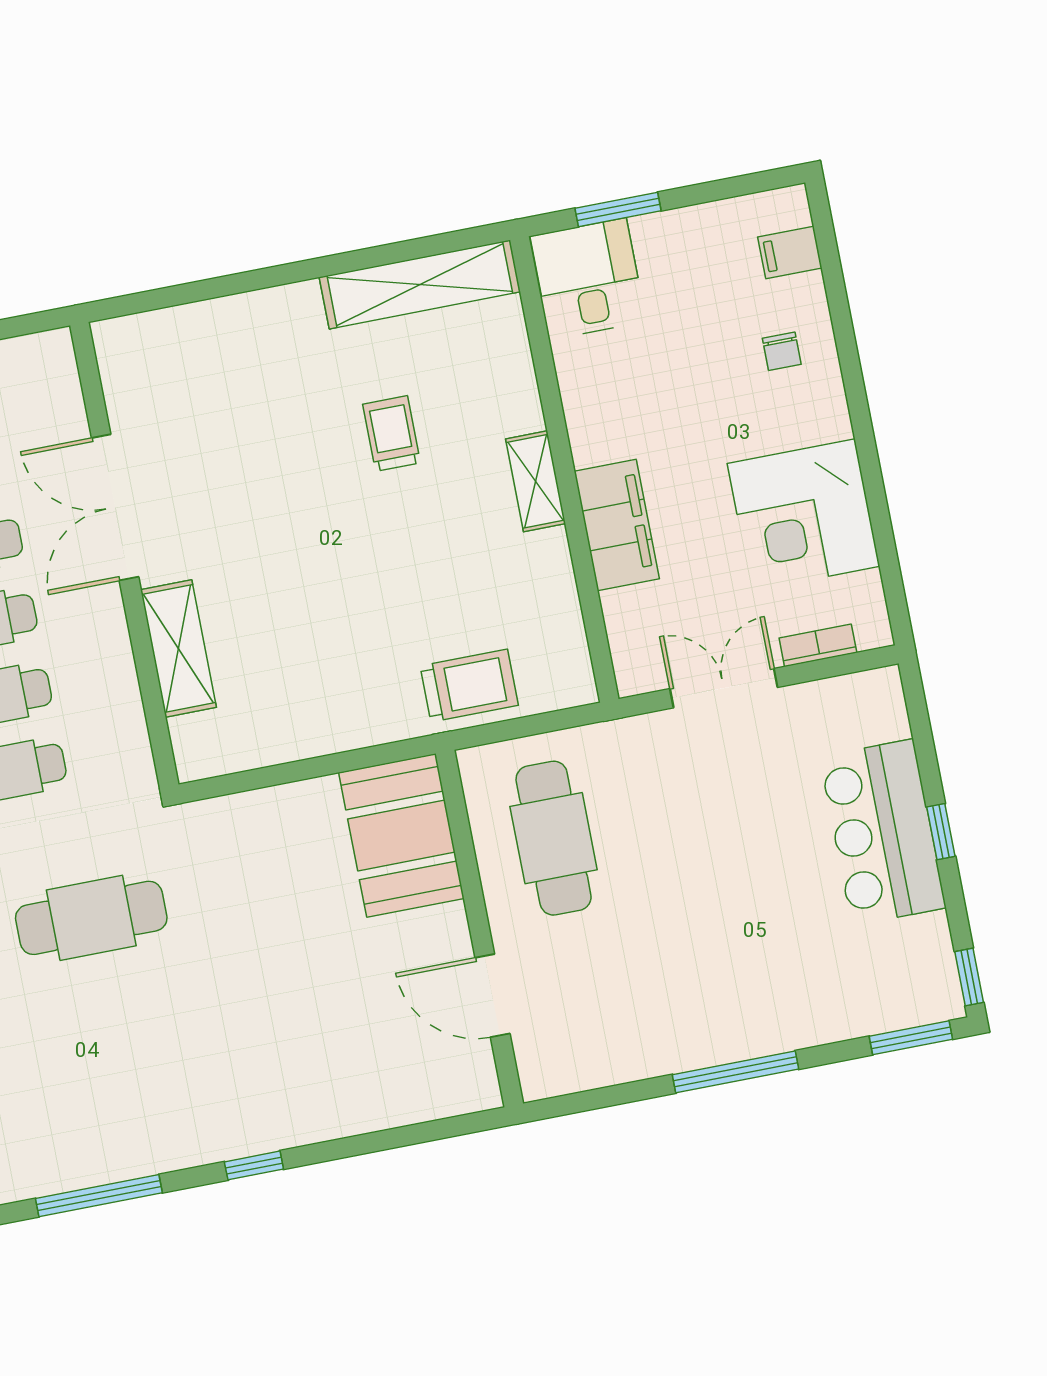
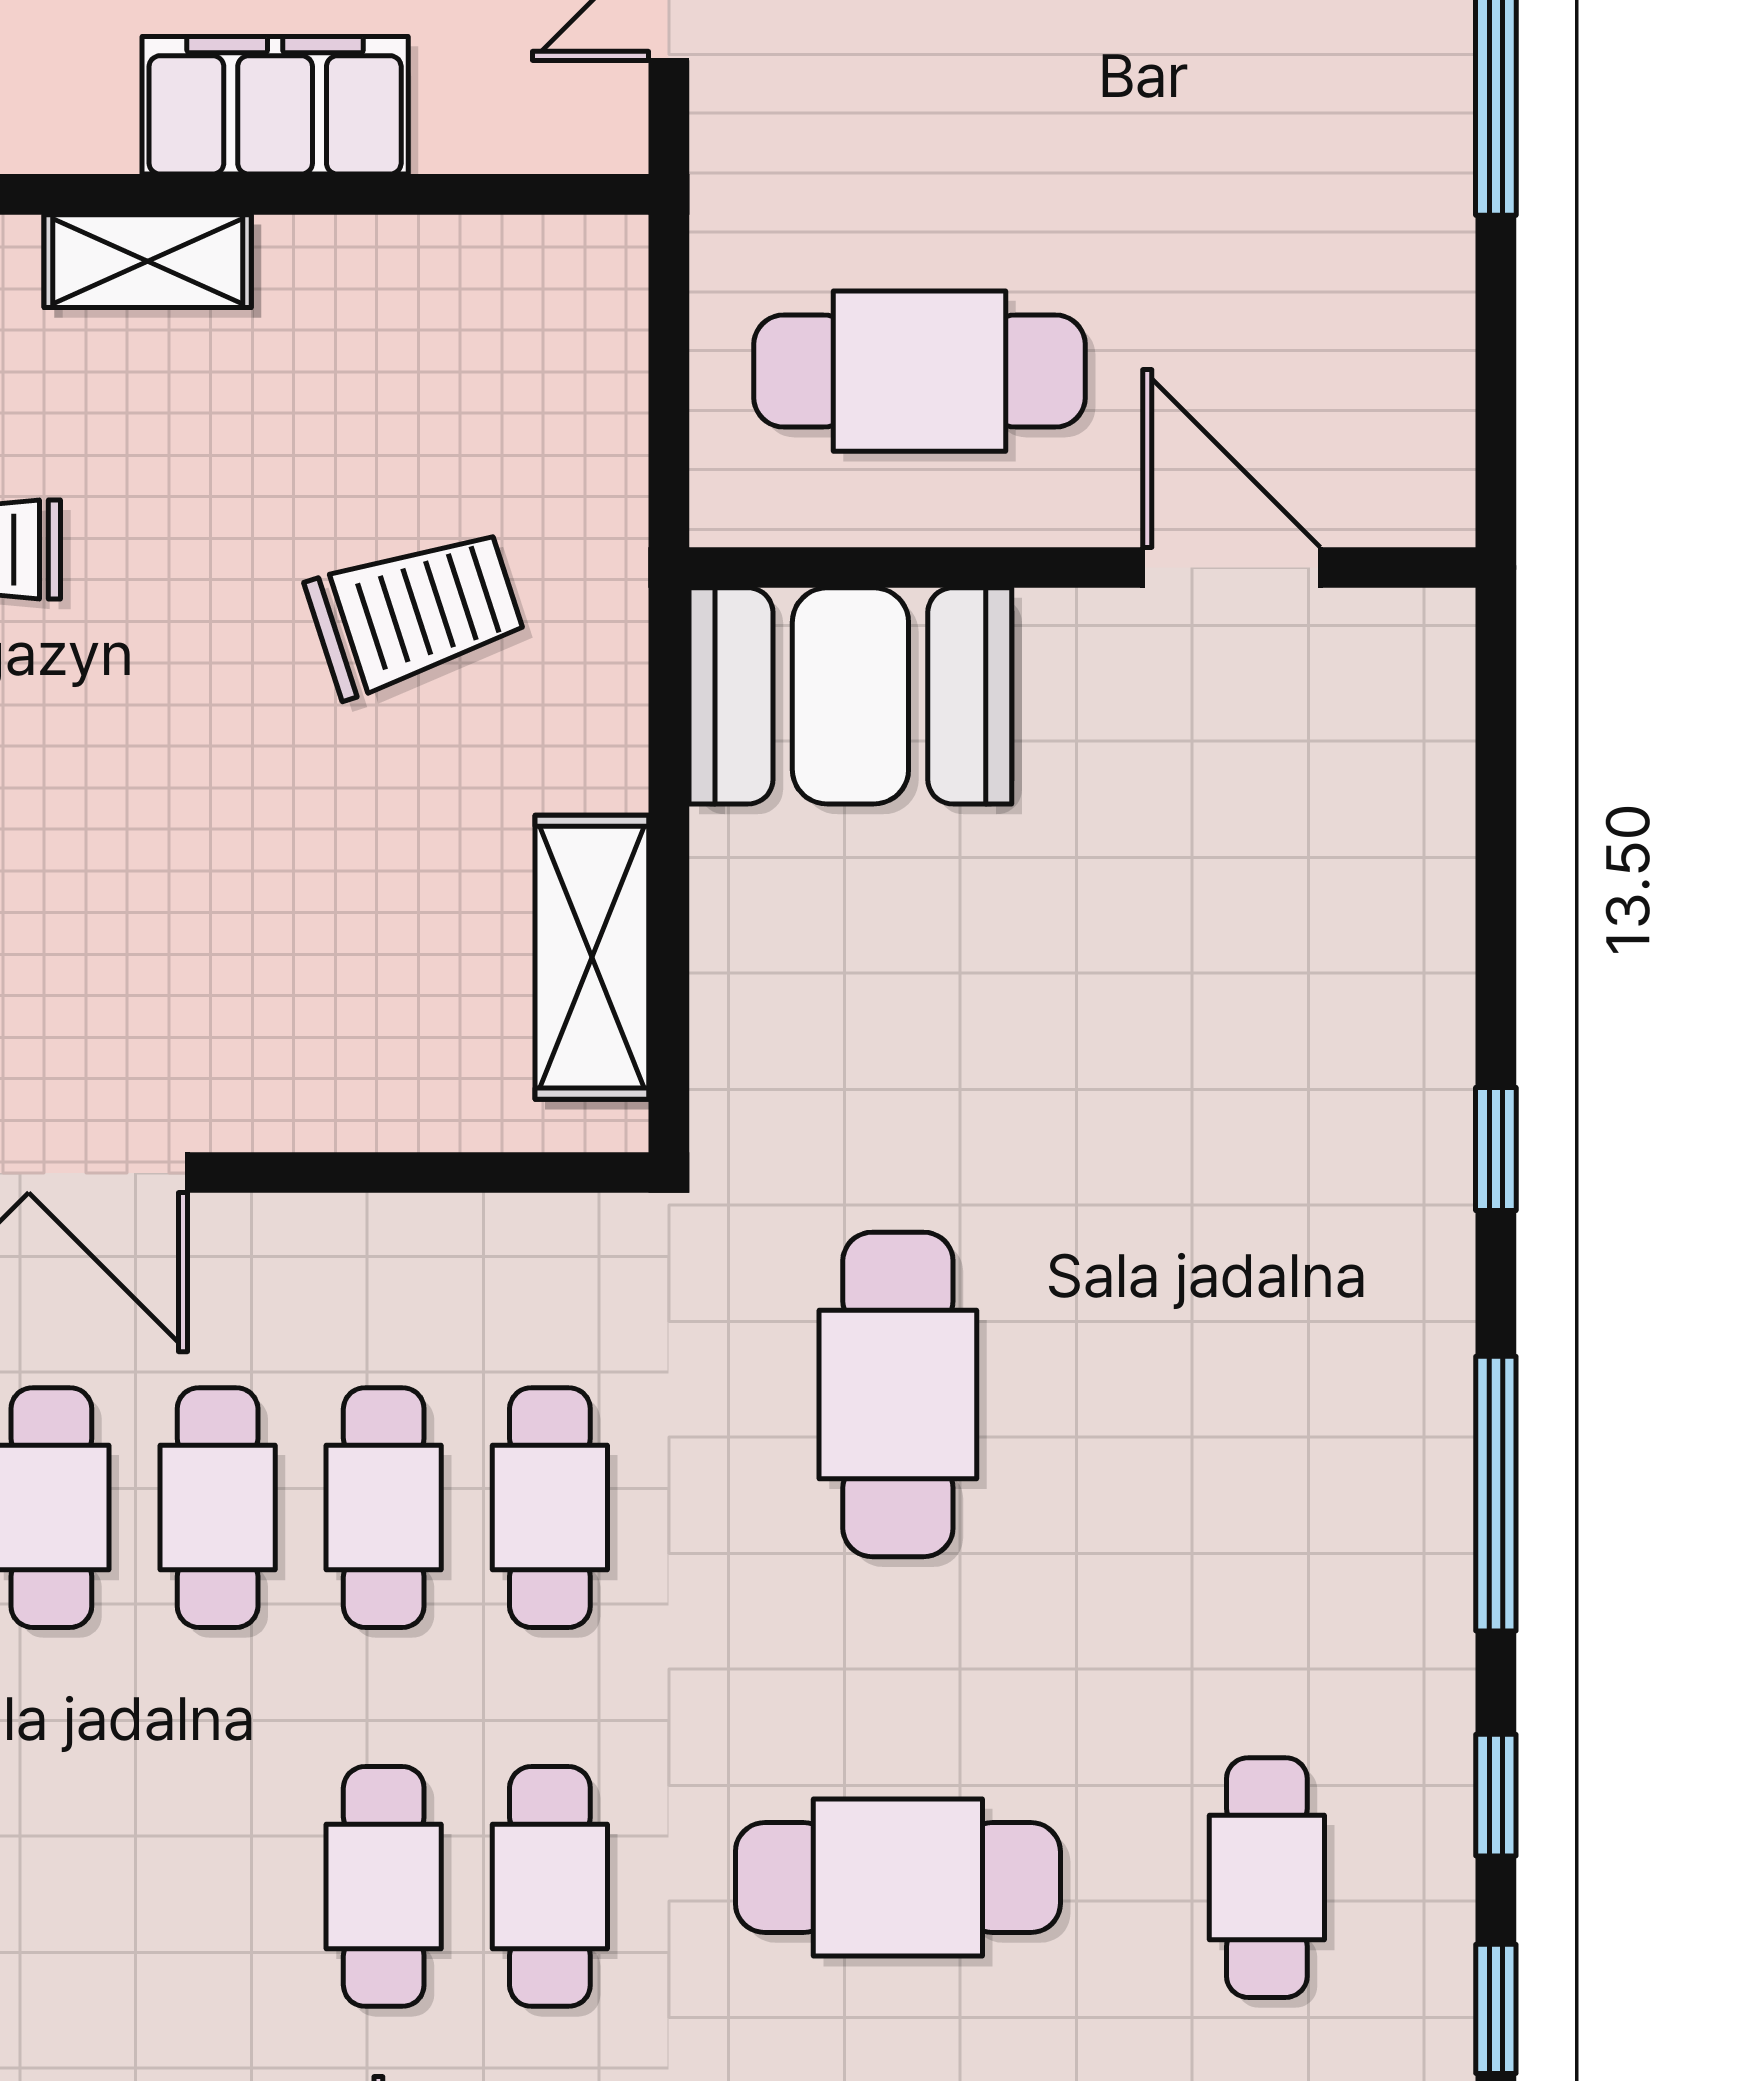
shelving: (178, 649) -> (592, 957), moved, turned 90
trolley: (469, 686) -> (415, 612), moved, turned 72
door: (492, 996) -> (1231, 567), swing flipped

